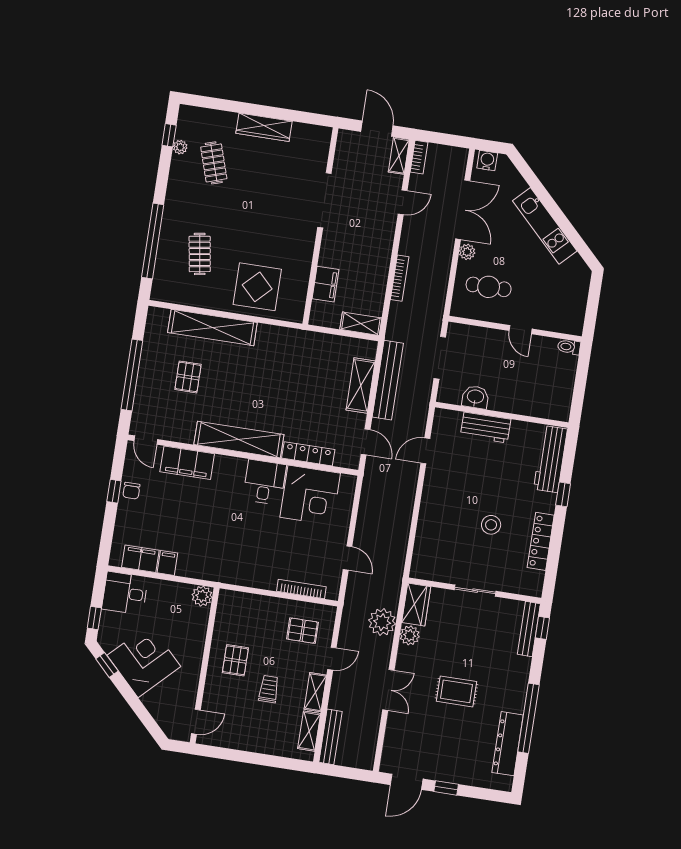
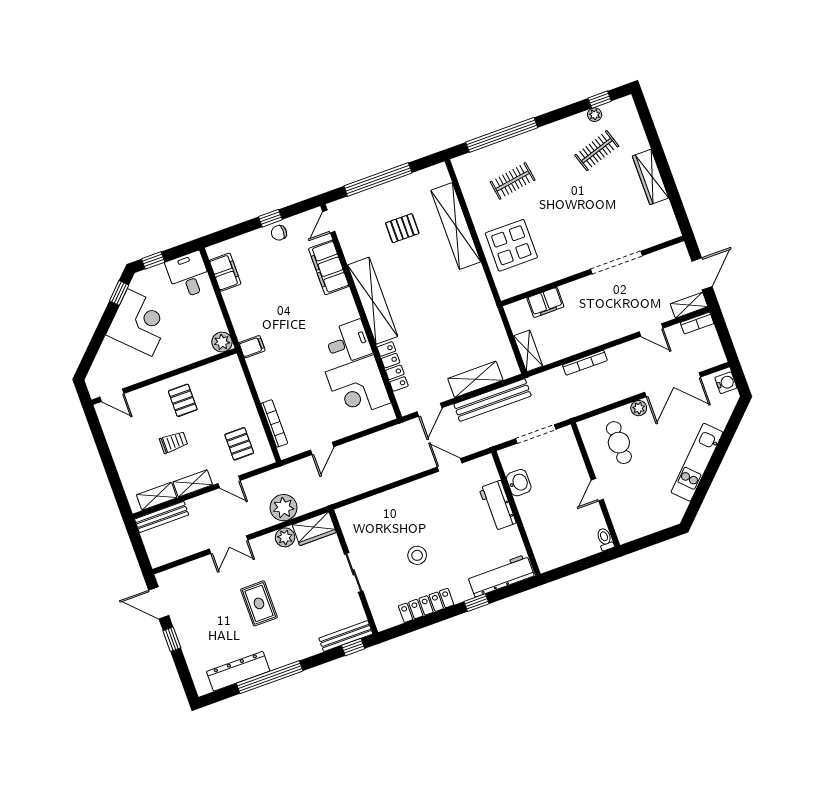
filing cabinet: (167, 563) -> (252, 347), moved
pallet: (235, 660) -> (183, 400), turned 90

